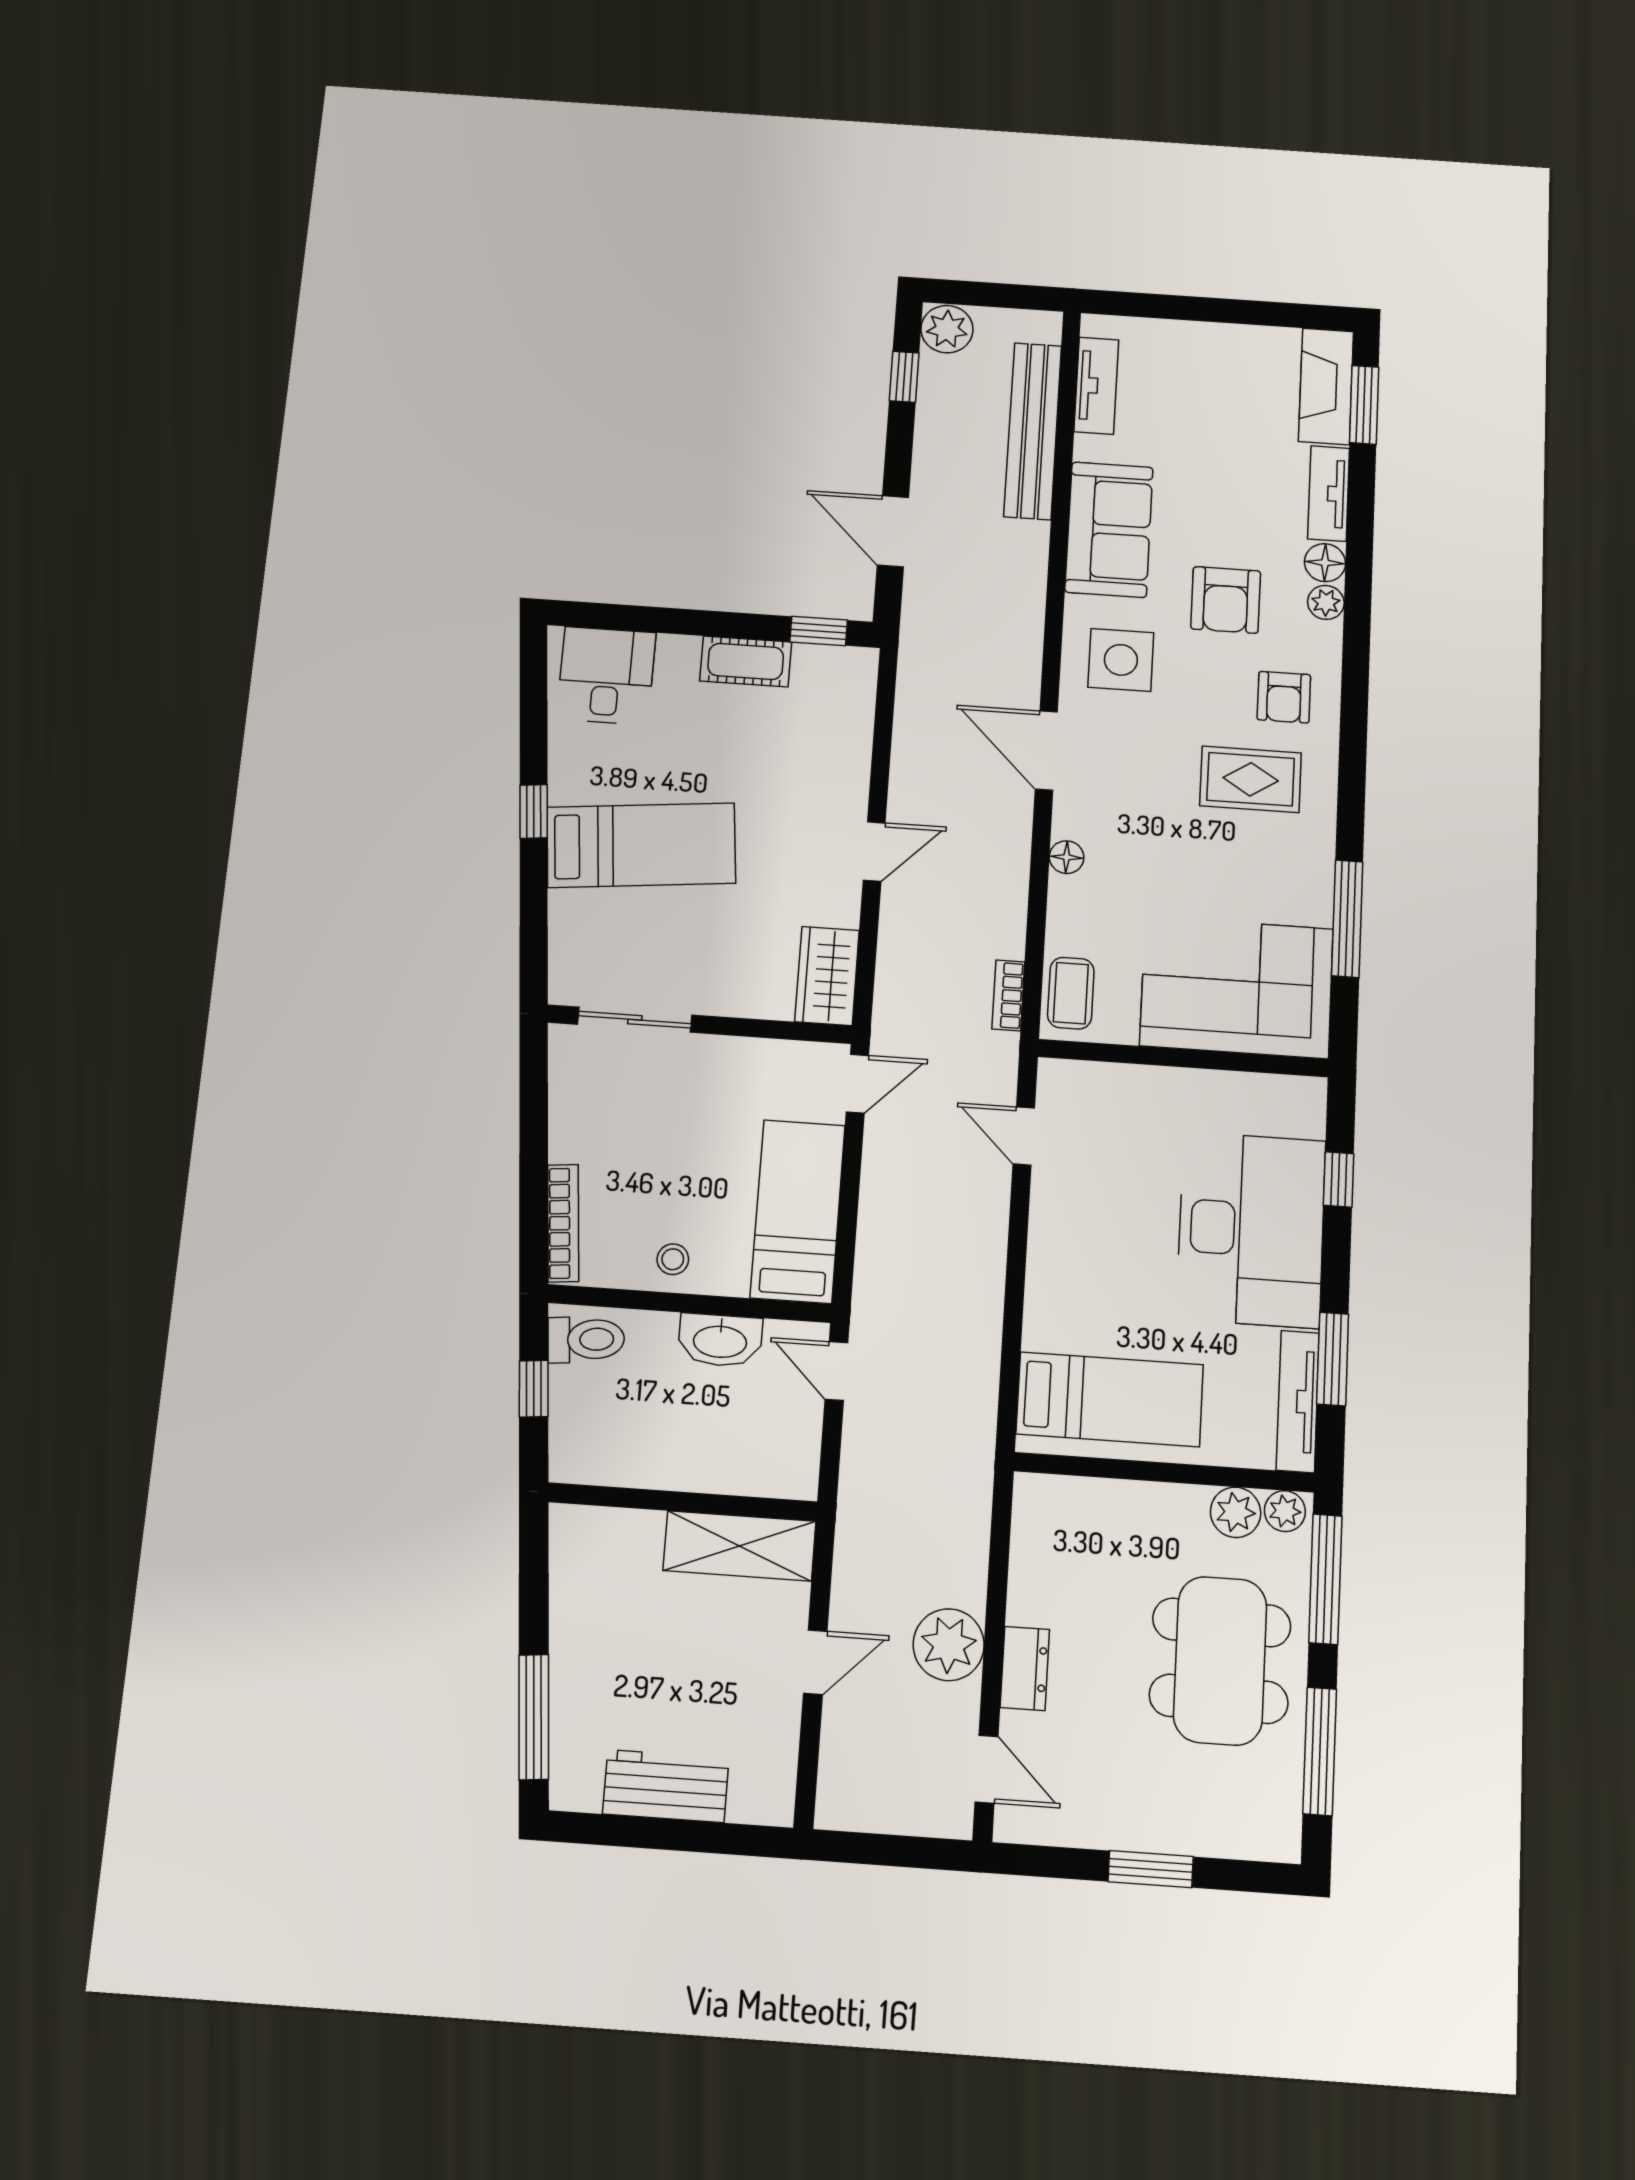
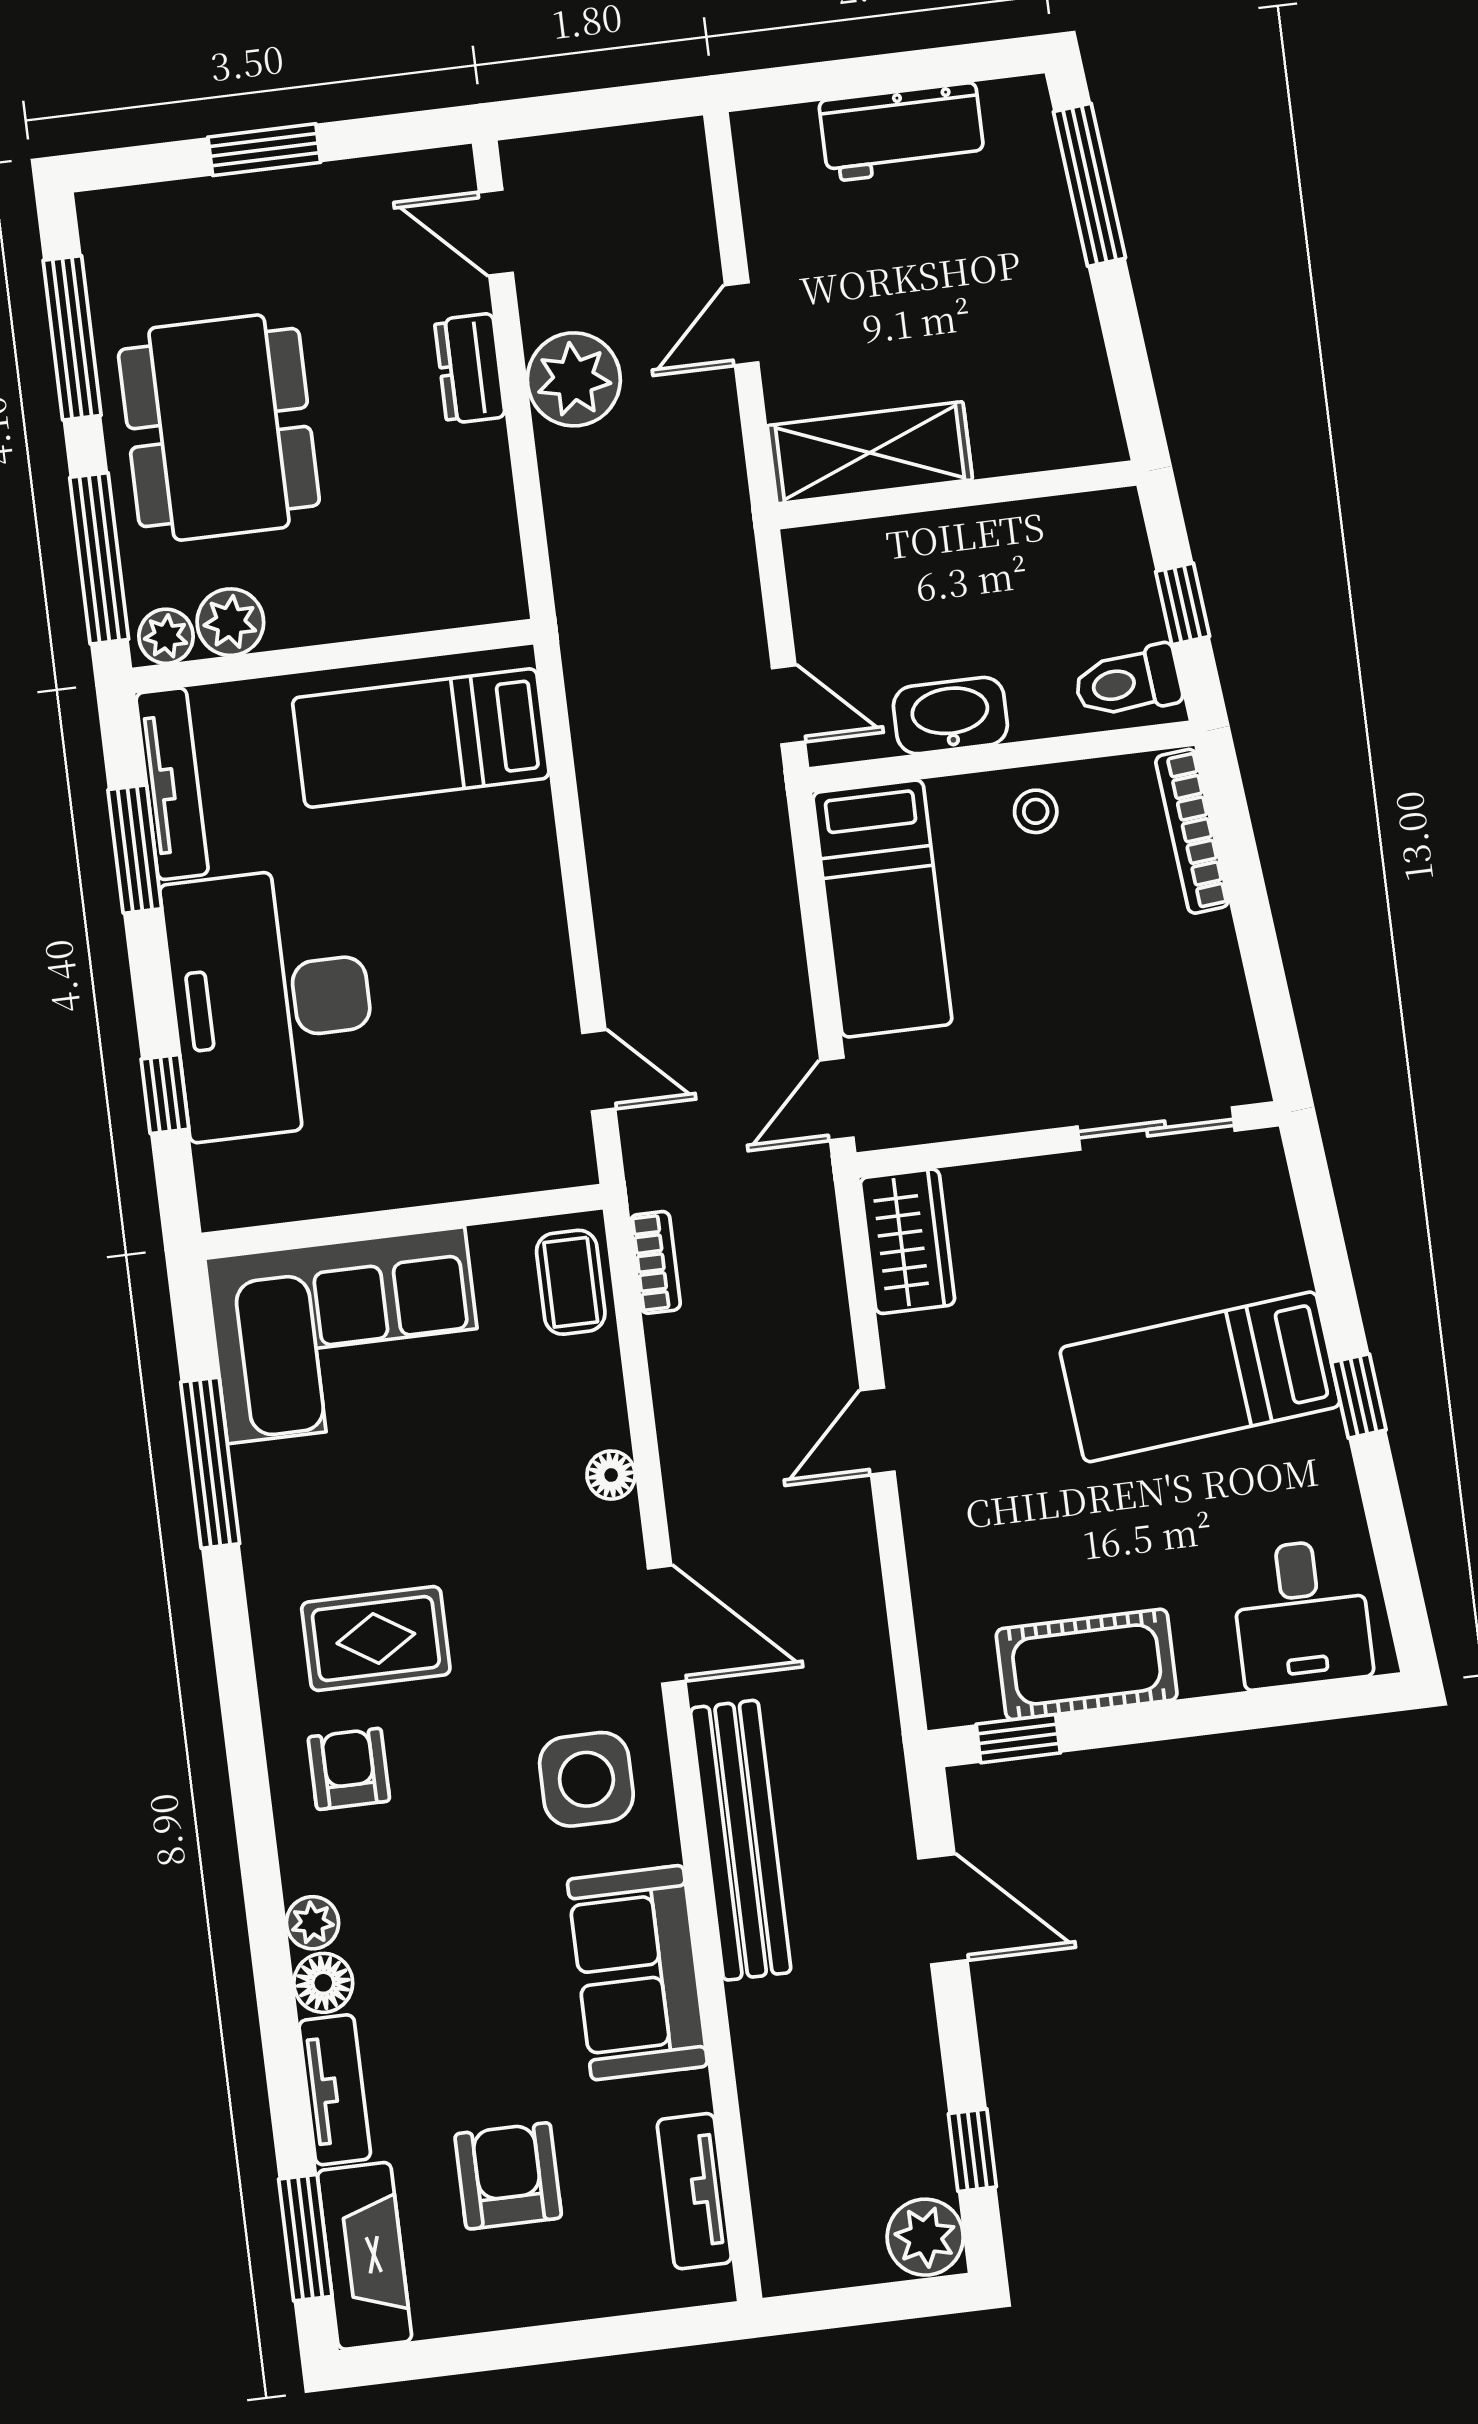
bench: (1033, 431) -> (741, 1840), moved
armchair: (1226, 600) -> (508, 2176), moved
cot: (746, 661) -> (1087, 1664), width x1.37, depth x1.34

